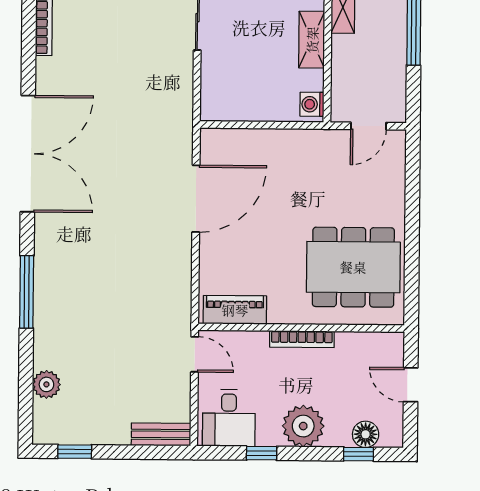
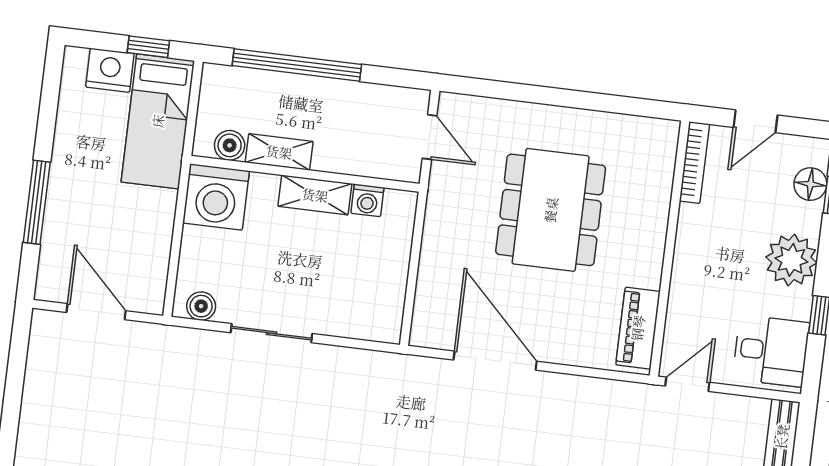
washing machine: (312, 104) -> (367, 200), moved
dining table: (353, 267) -> (551, 210), moved
bookcase: (302, 339) -> (694, 163), moved

